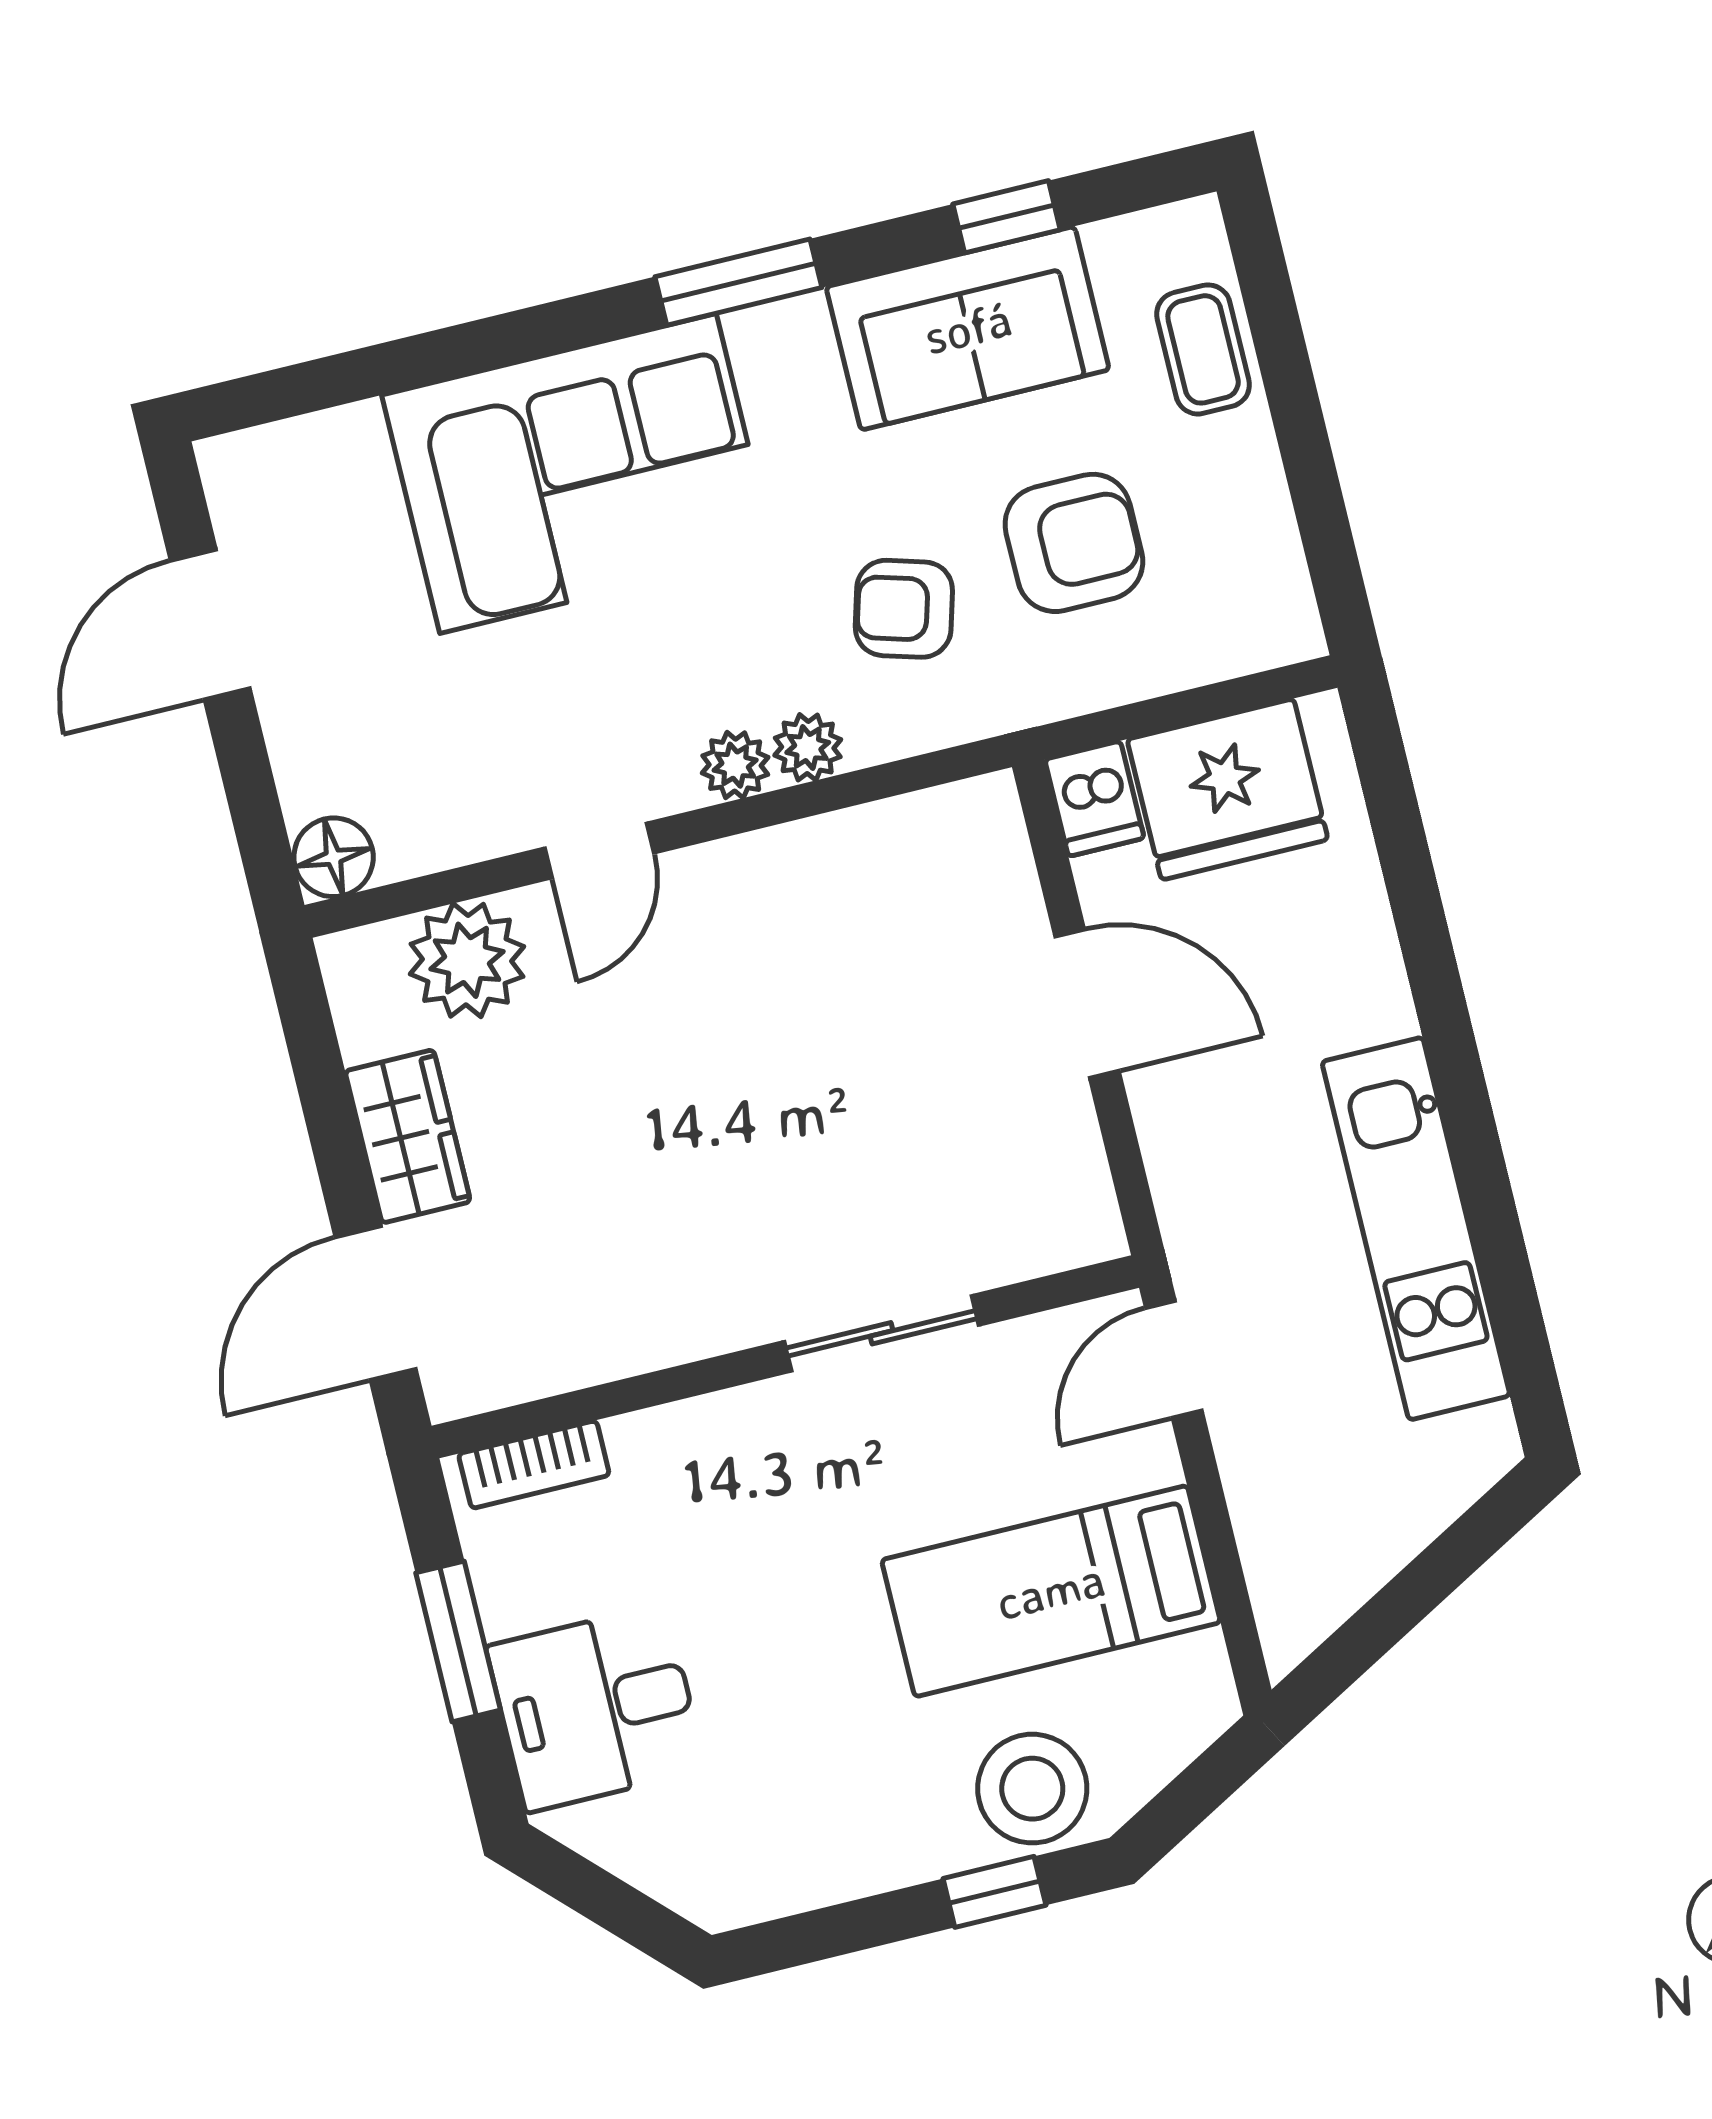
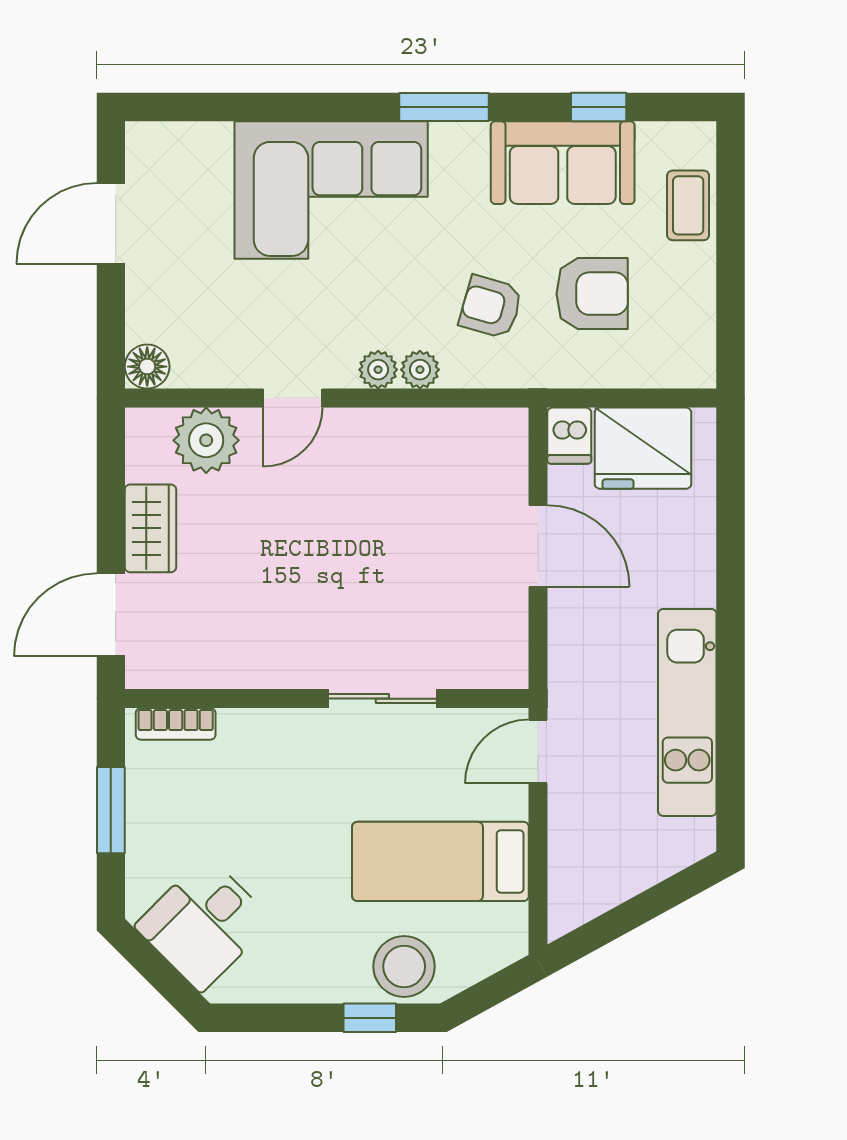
desk: (596, 1708) -> (204, 924), moved, turned -45

